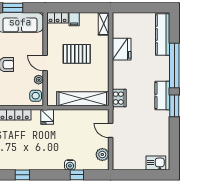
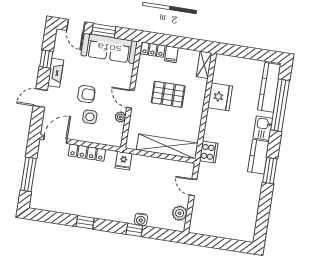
window: (174, 65) -> (280, 105), moved
side table: (36, 96) -> (90, 117), moved
kitchen sink: (156, 163) -> (263, 128), moved, turned -90
window: (77, 175) -> (134, 230), moved

